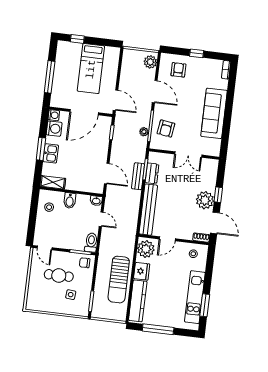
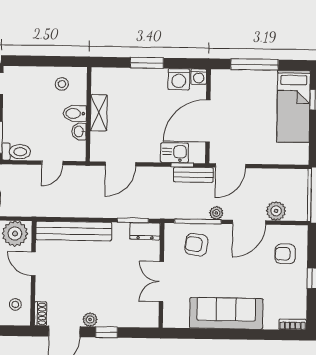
plant: (150, 62) -> (276, 211), moved
bed: (91, 69) -> (293, 106), moved, turned -90
armchair: (178, 70) -> (285, 254), turned 180
door: (84, 112) -> (208, 121), hinge flipped
plant: (144, 132) -> (216, 213), moved
kitchen sink: (51, 153) -> (175, 153), moved, turned 180
dresser: (152, 173) -> (145, 231), moved
bench: (138, 176) -> (193, 175), moved
shelving: (53, 182) -> (99, 113), moved
plant: (205, 200) -> (90, 319), width x0.53, depth x0.53
washbasin: (96, 201) -> (79, 131), moved

